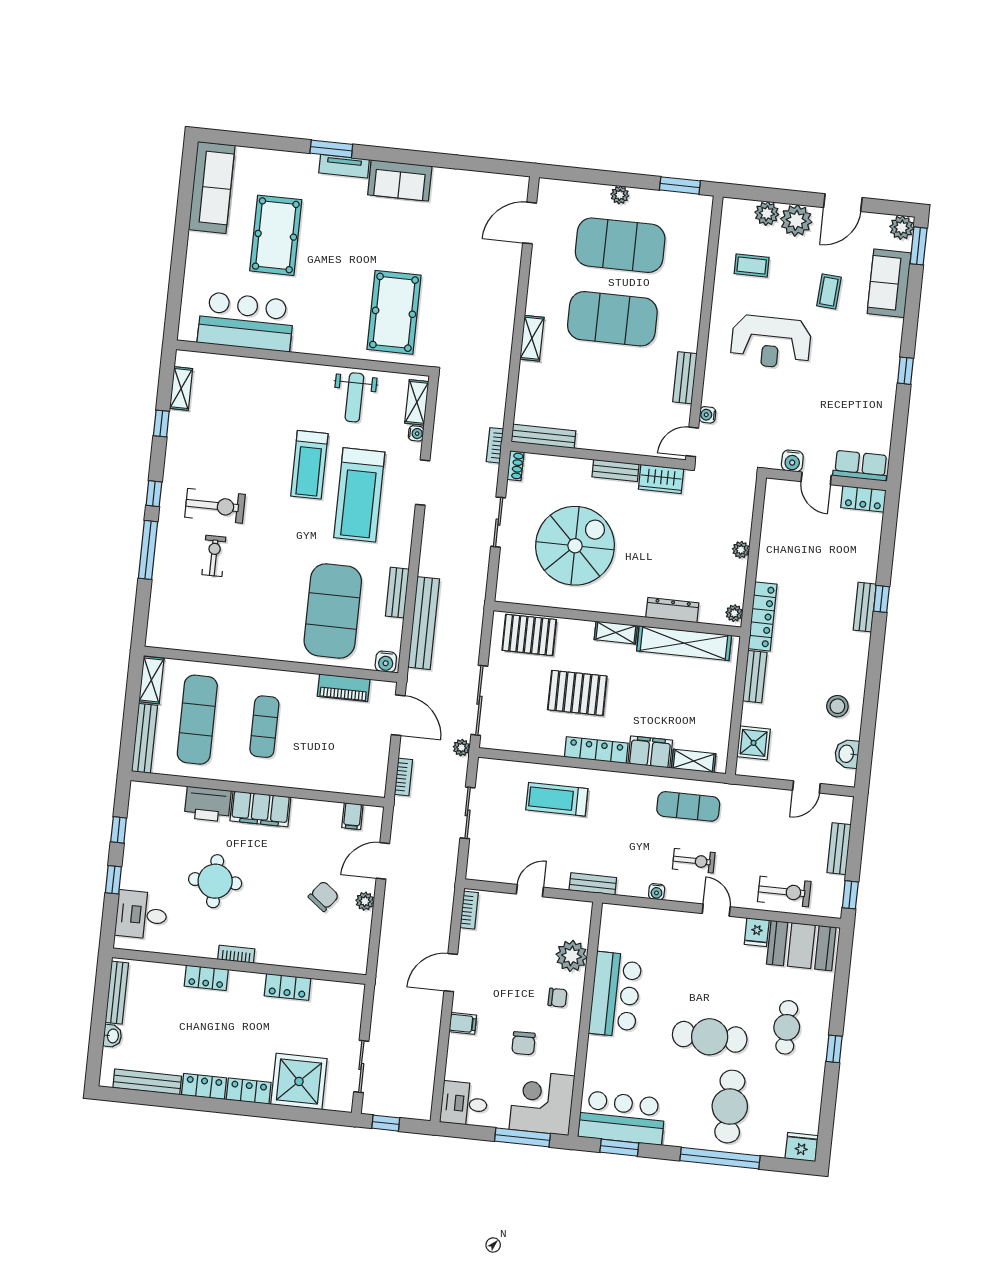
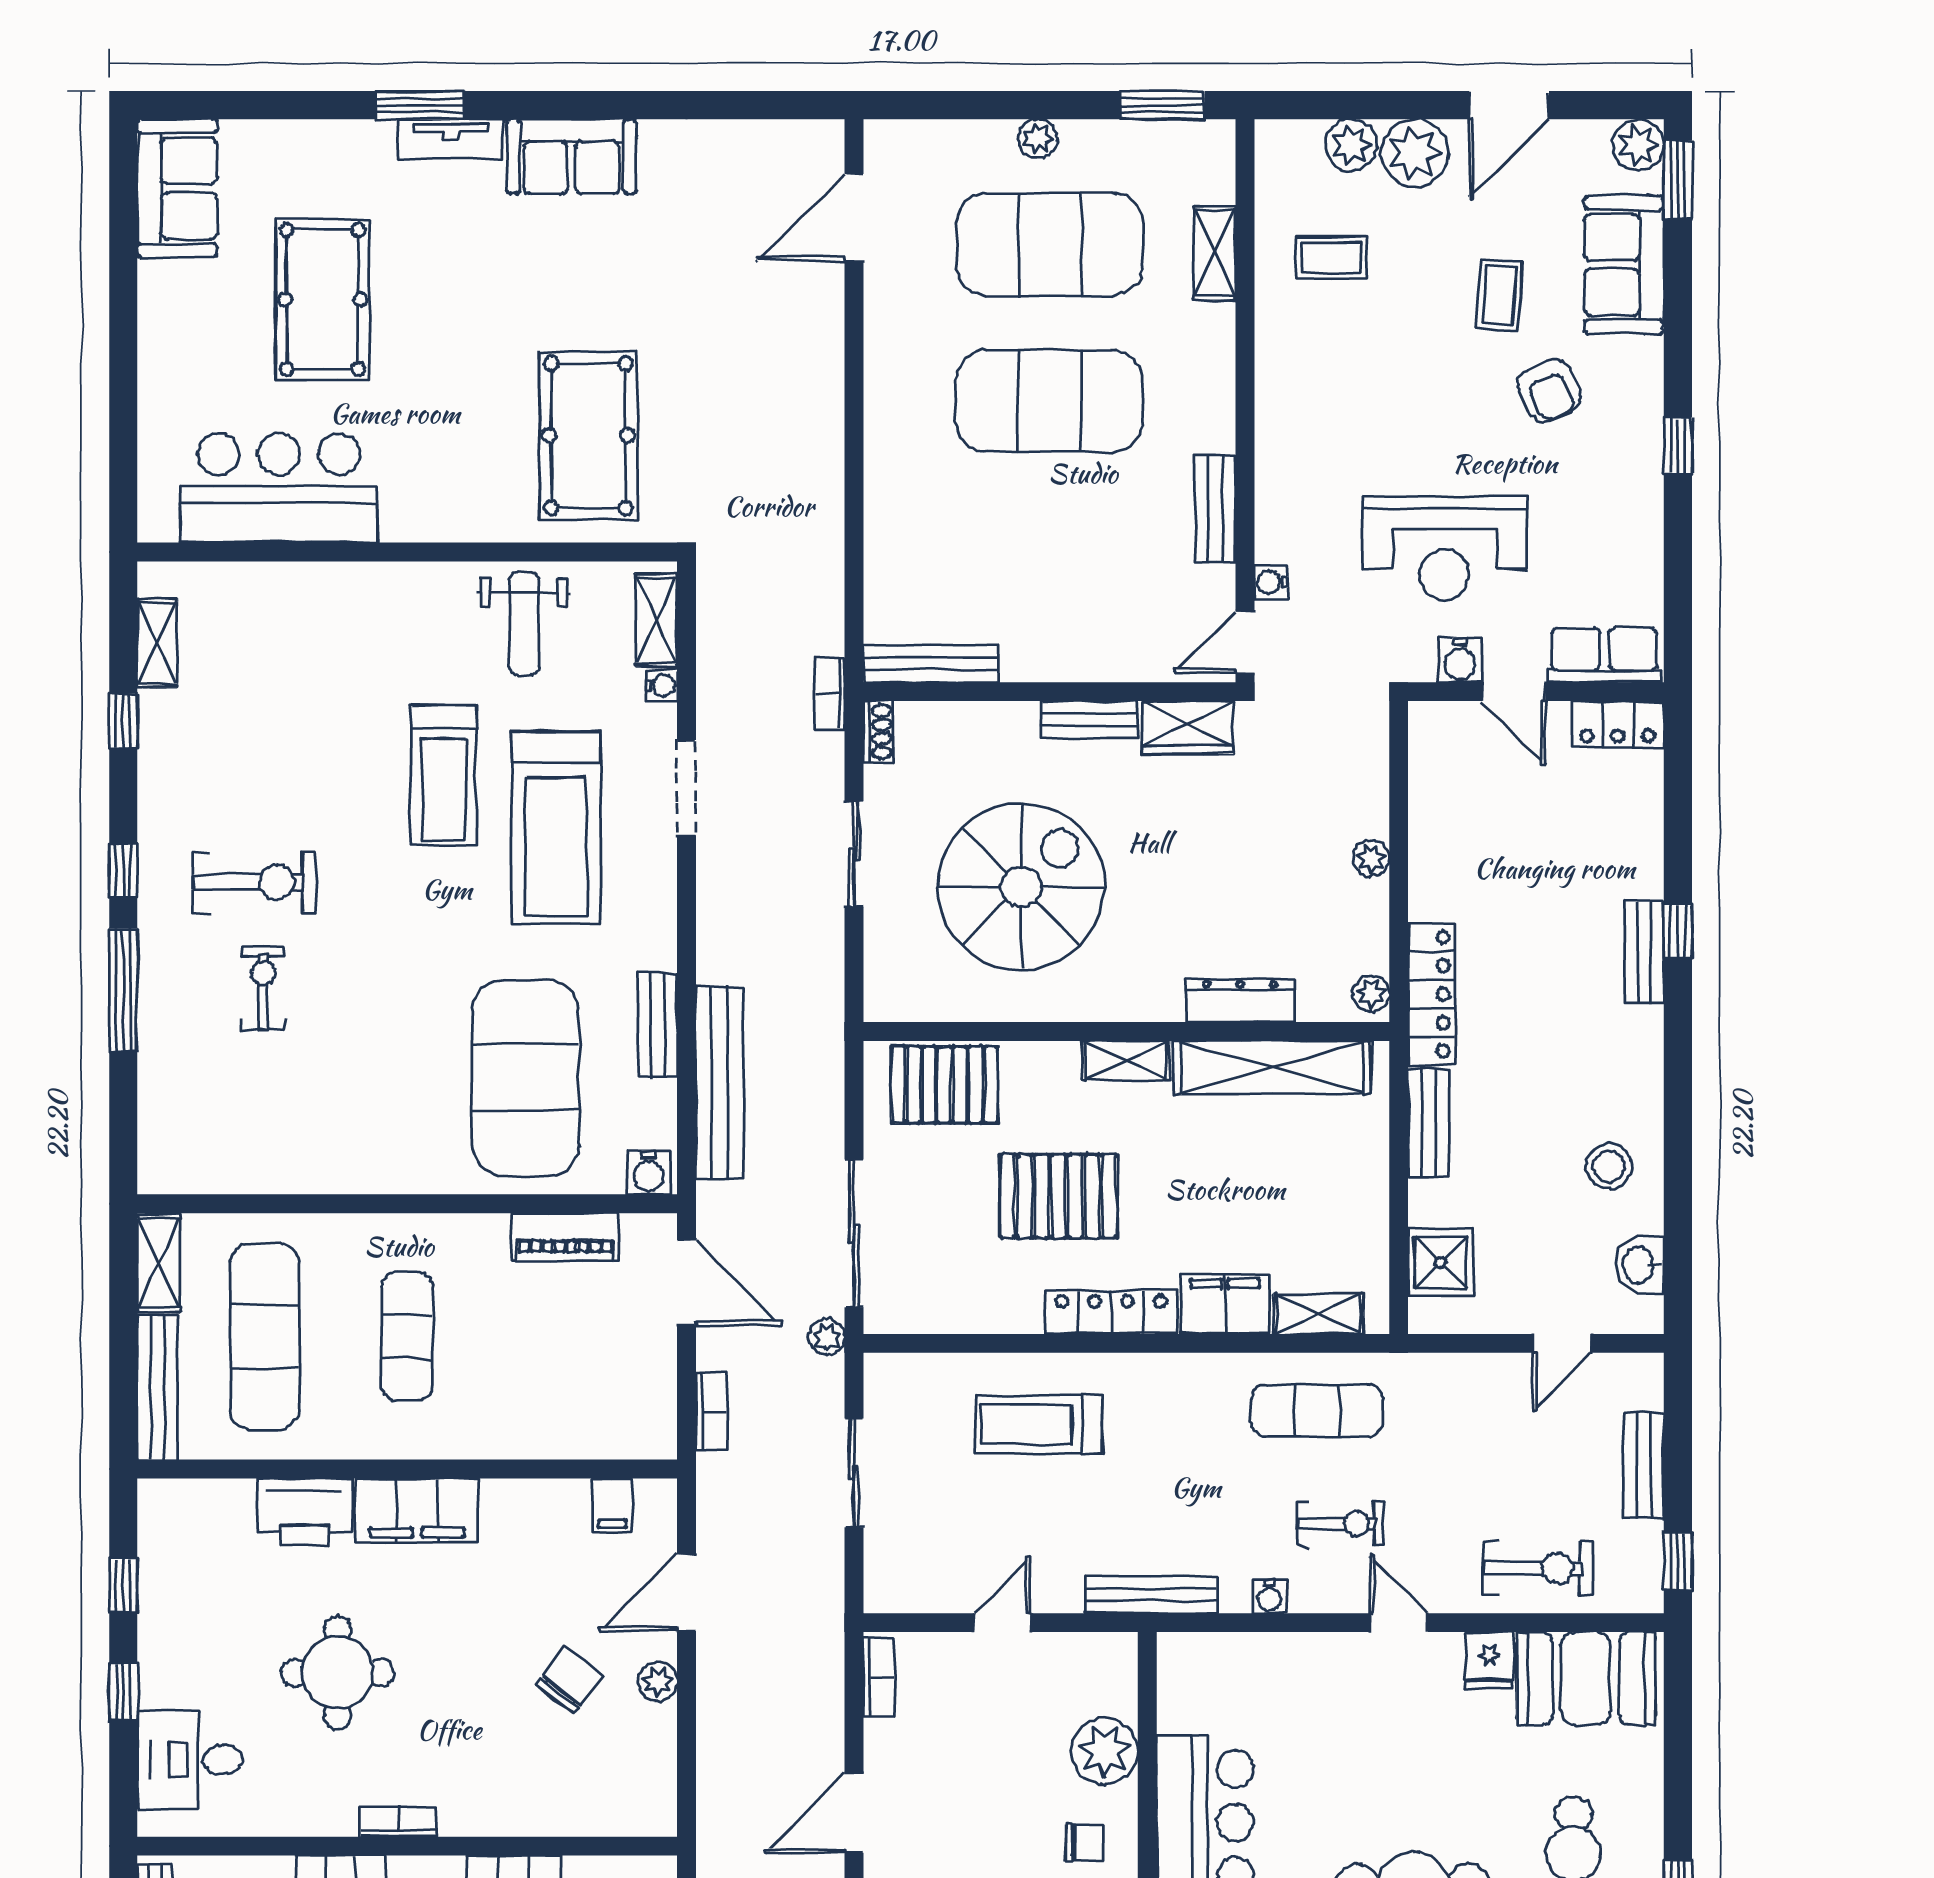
sofa: (212, 188) -> (177, 188), width x0.73
shelving: (532, 338) -> (1215, 253), moved
armchair: (848, 339) -> (1549, 391), added
reception desk: (771, 342) -> (1444, 548), moved
bench: (593, 884) -> (1151, 1595), width x1.36

